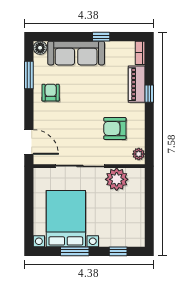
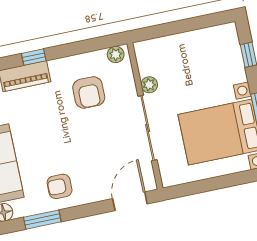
plant: (117, 179) -> (149, 85), width x0.53, depth x0.53

